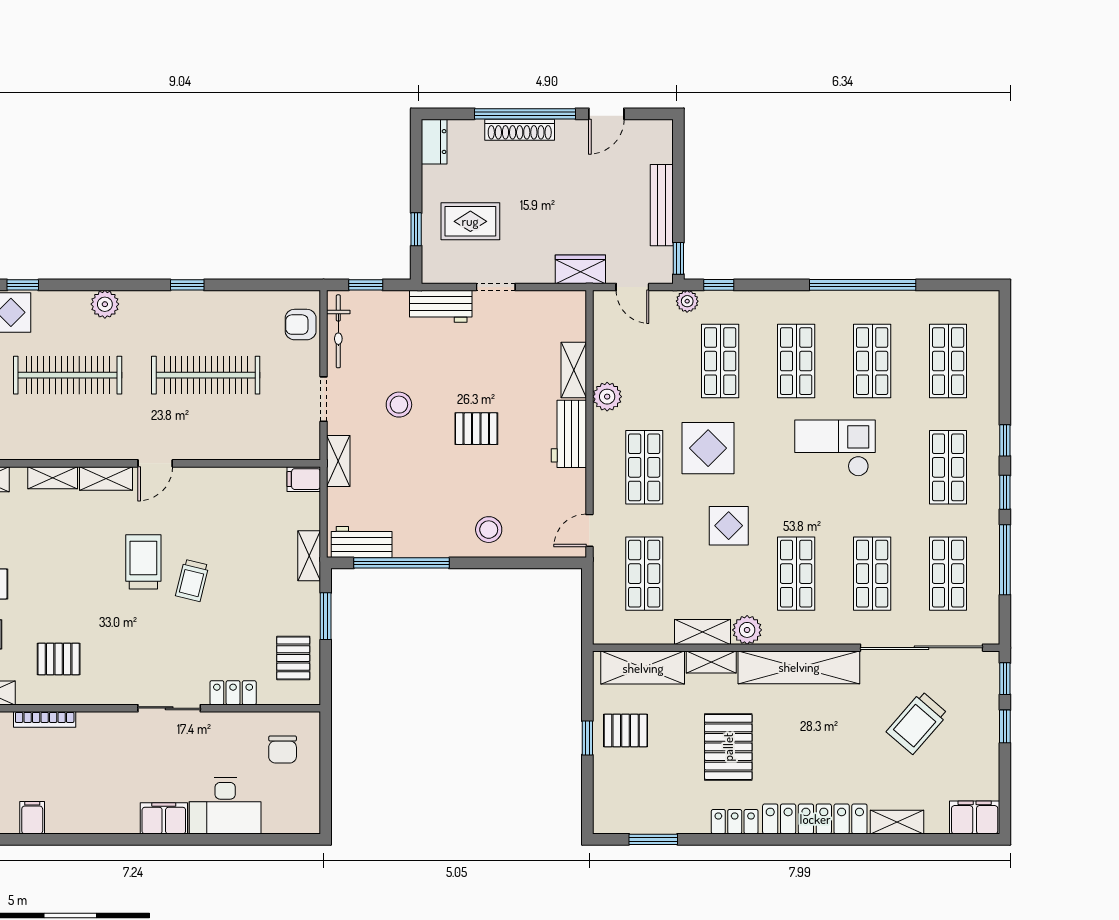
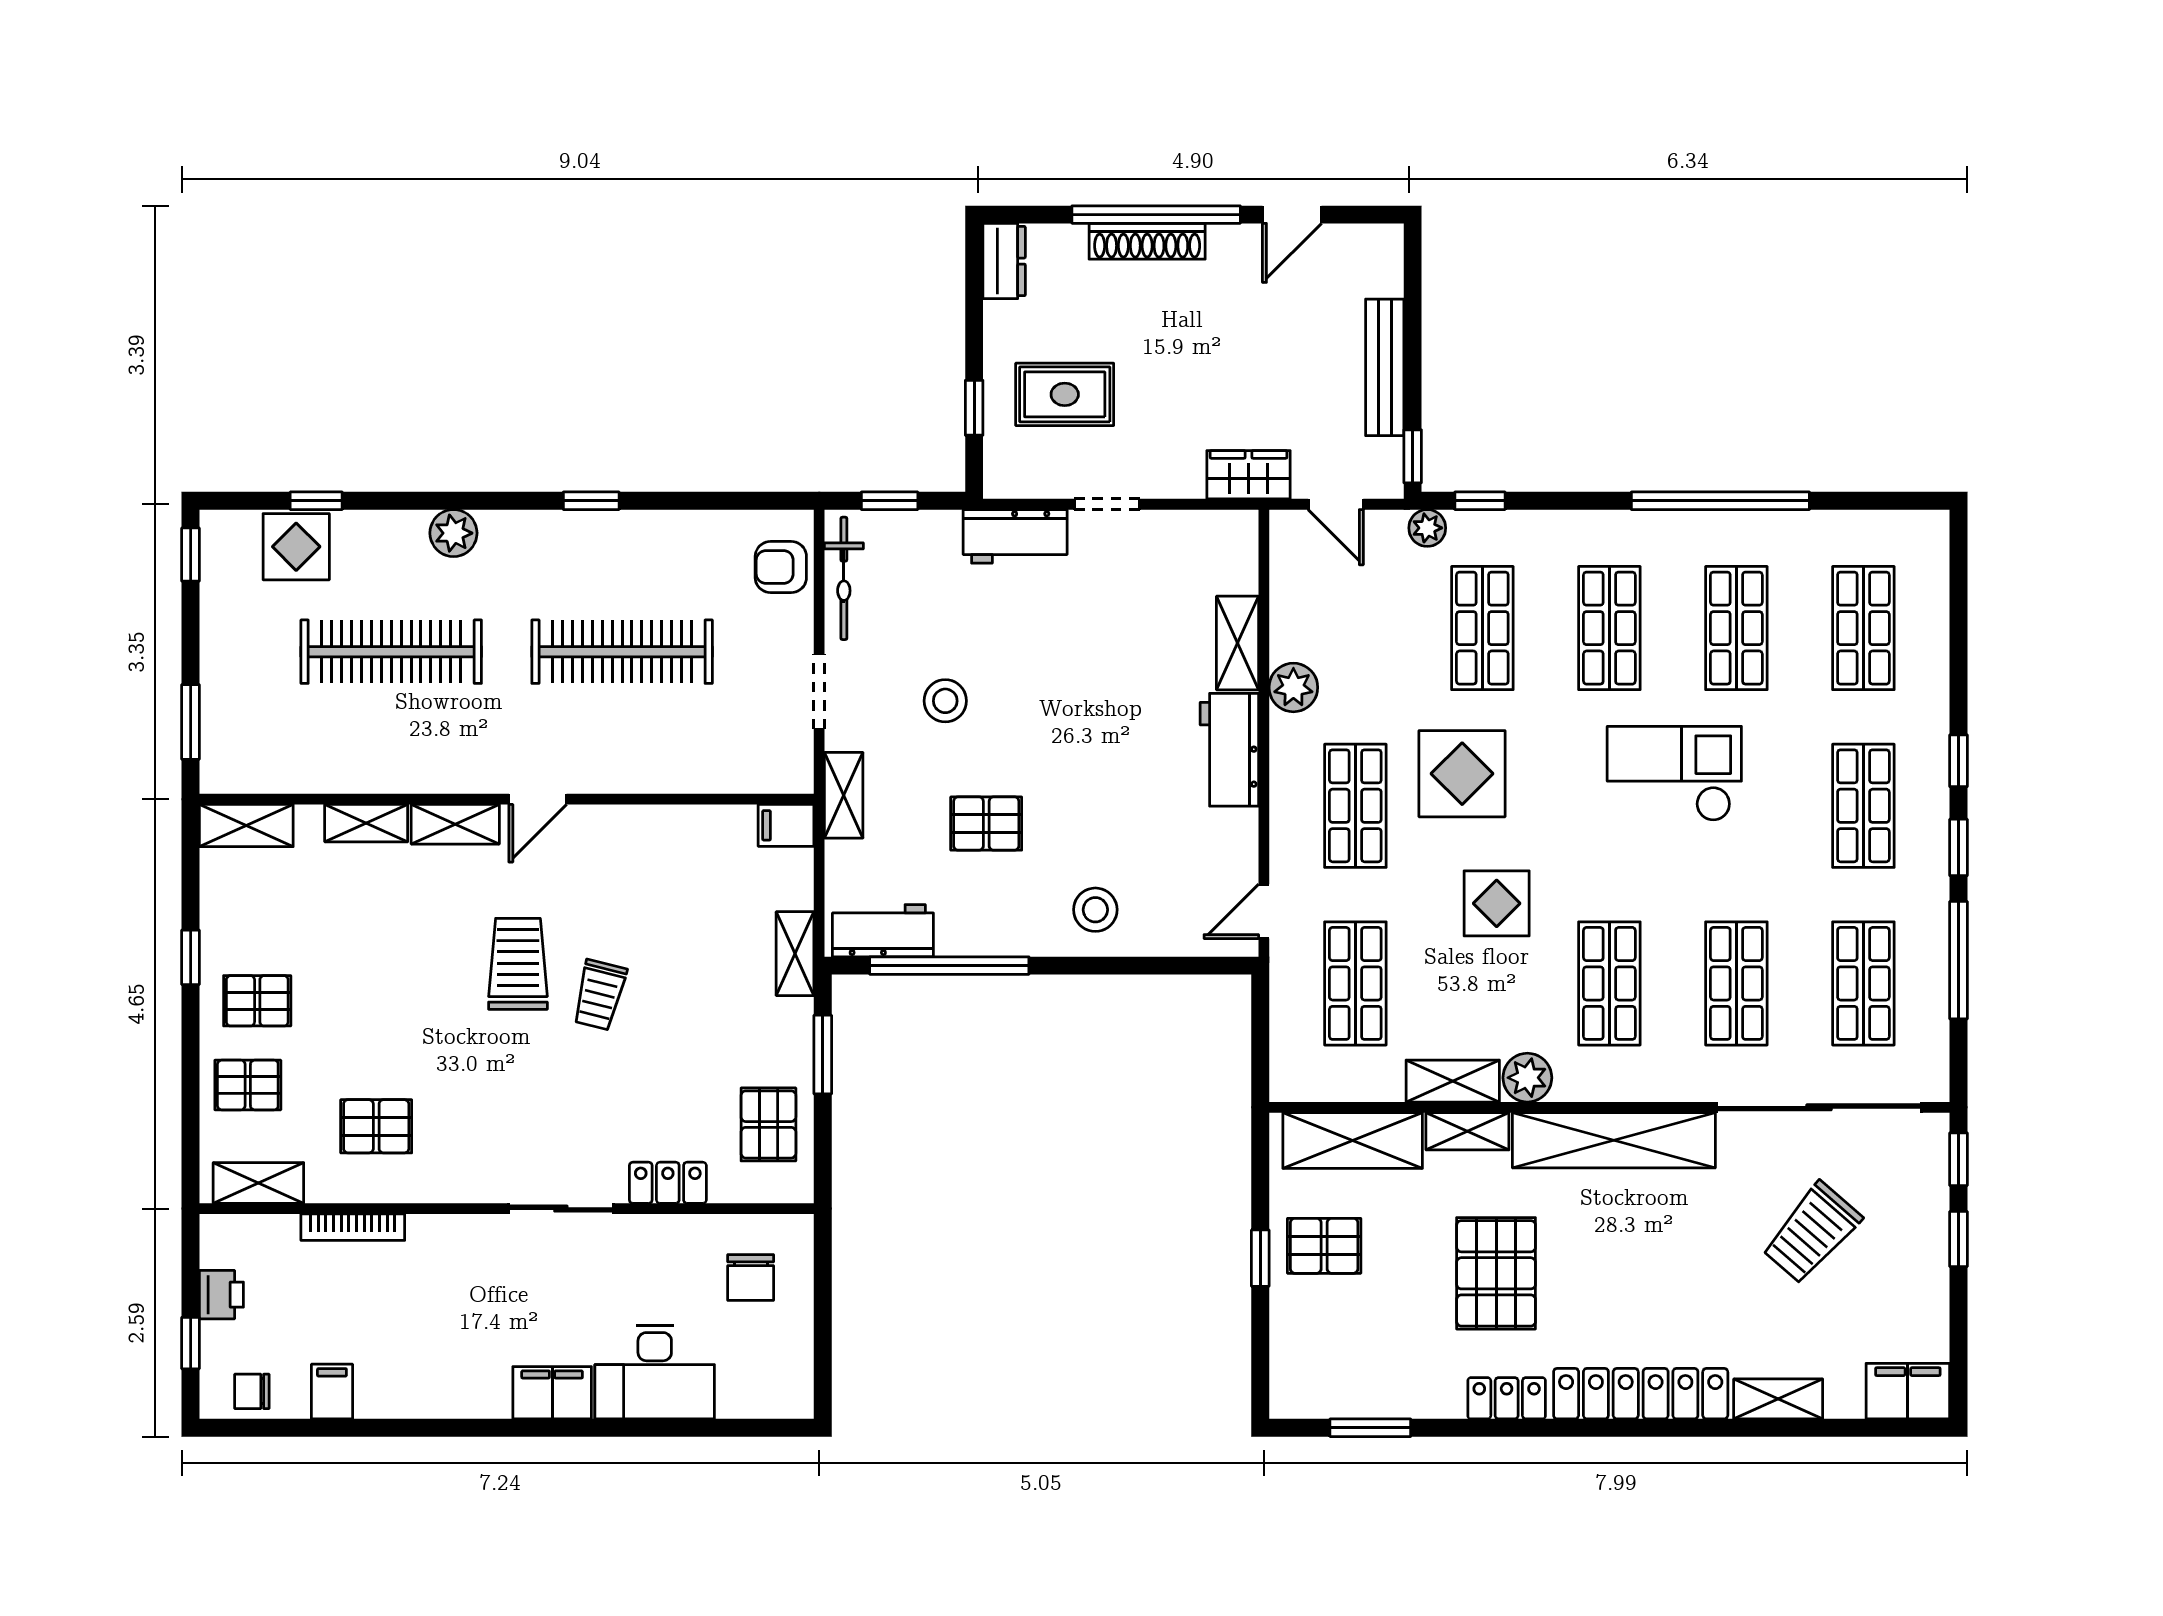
pallet: (476, 429) -> (986, 824), moved

